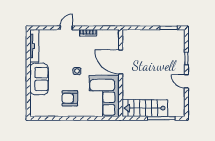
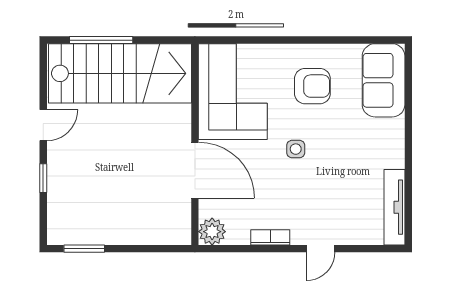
plant: (113, 35) -> (212, 232), added
sofa: (39, 79) -> (384, 80), moved
door: (186, 81) -> (43, 125), hinge flipped
stairs: (145, 108) -> (120, 73), width x1.36, depth x1.51

